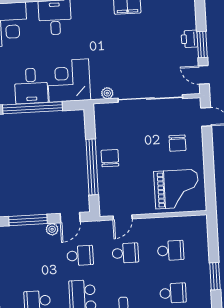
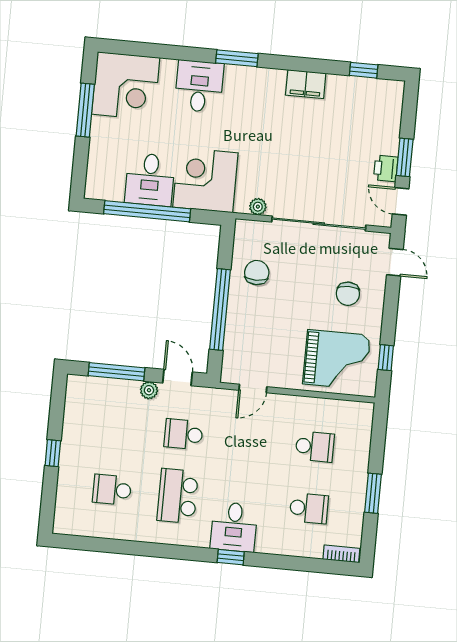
printer: (189, 39) -> (386, 168), moved
chair: (110, 158) -> (257, 273), moved
window: (210, 183) -> (386, 358), added
door: (70, 218) -> (178, 377), swing flipped
school desk: (125, 253) -> (249, 440), removed
school desk: (80, 256) -> (183, 434), turned 180

